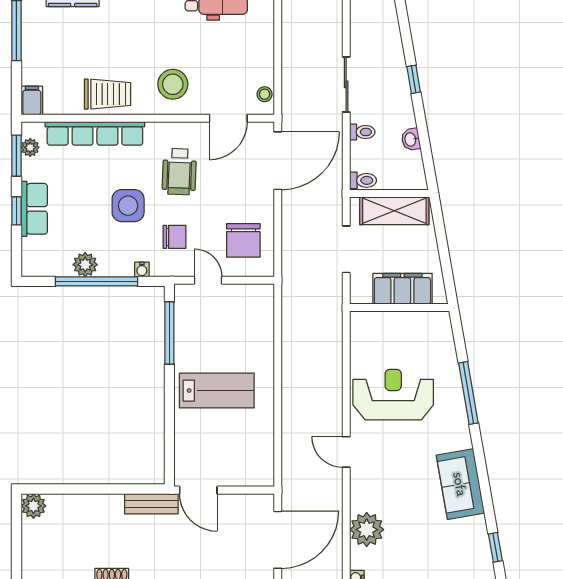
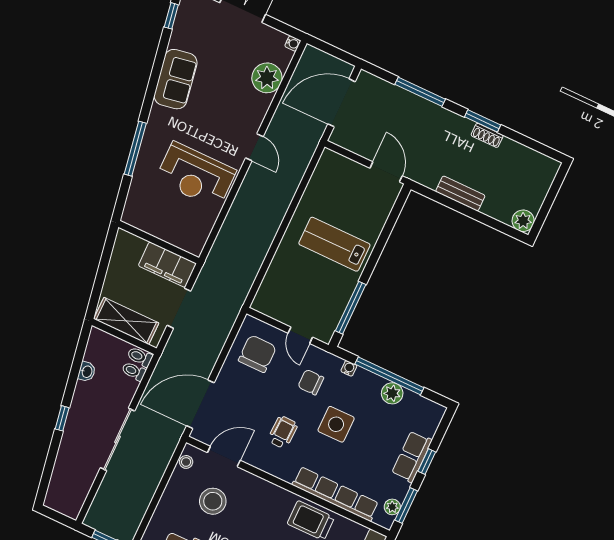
stool: (173, 84) -> (213, 501), moved
sliding door: (346, 84) -> (118, 439), width x1.37
toilet: (362, 132) -> (134, 371), moved
wheelchair: (179, 172) -> (283, 432), width x0.73, depth x0.73
filing cabinet: (402, 289) -> (167, 265), moved
bench: (151, 504) -> (460, 193), moved

